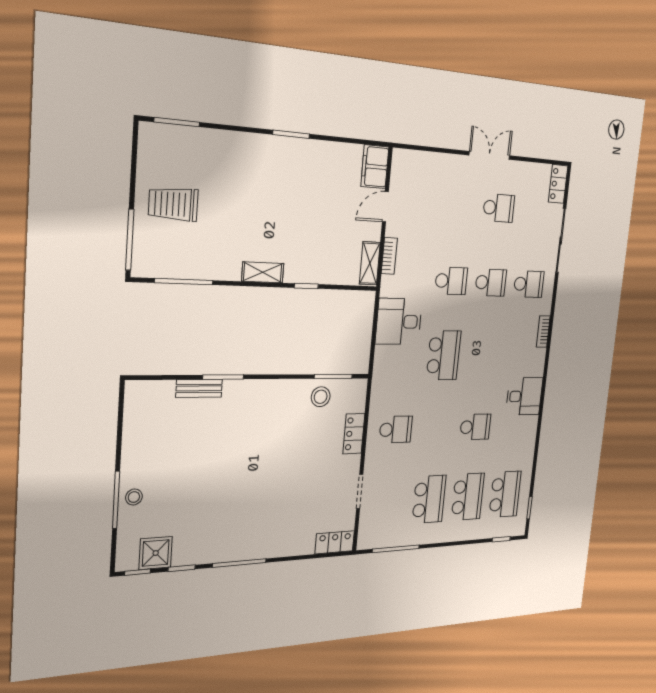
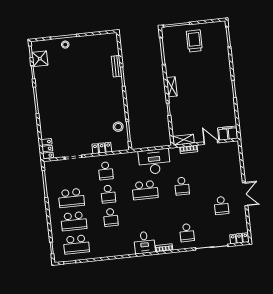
school desk: (491, 283) -> (108, 194), moved
desk: (399, 322) -> (154, 162), width x1.37
desk: (524, 396) -> (144, 242), moved

